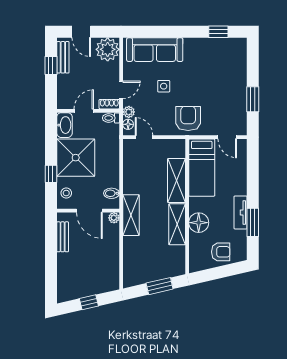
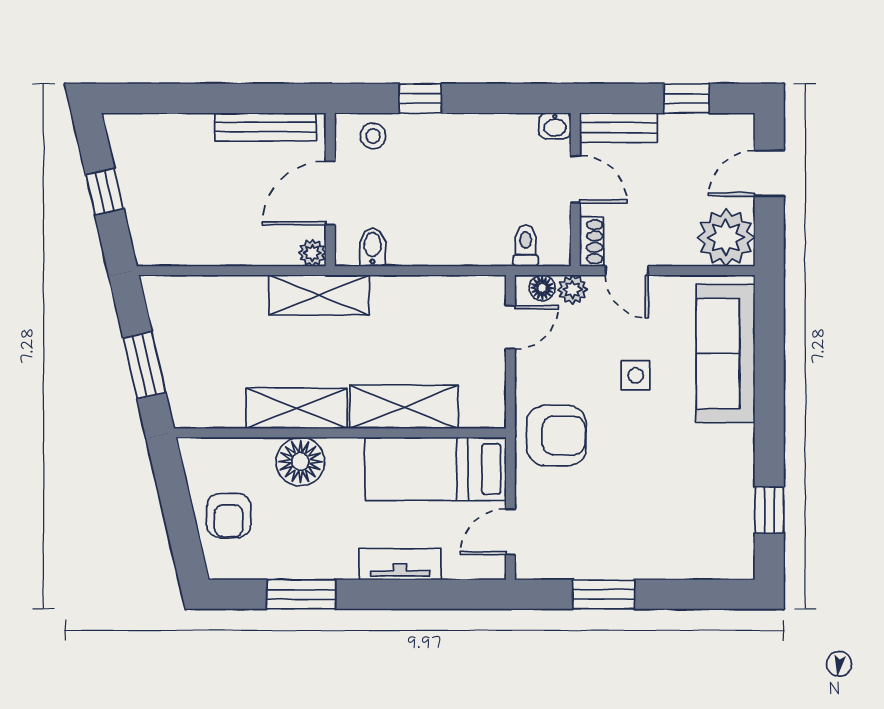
bench: (63, 57) -> (619, 128), moved
toilet: (111, 118) -> (526, 246), moved
washbasin: (64, 125) -> (555, 126), width x0.52, depth x0.69
shower: (76, 158) -> (460, 159), removed
tv unit: (241, 212) -> (400, 564), moved
bench: (63, 237) -> (265, 127), width x1.36

